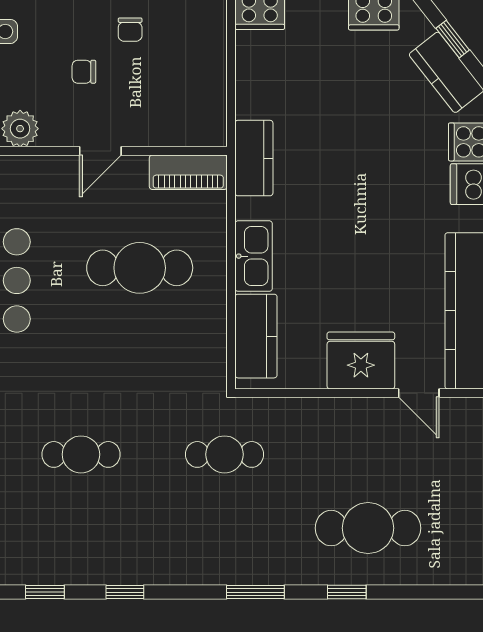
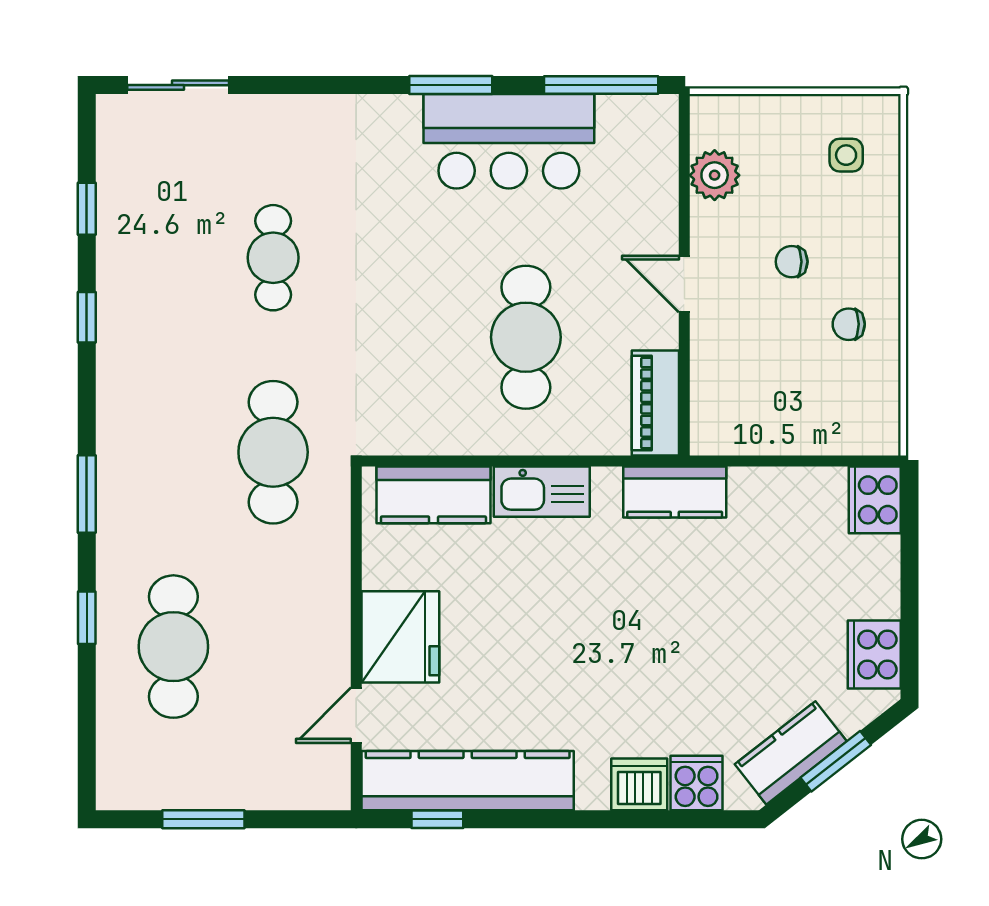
window: (453, 39) -> (836, 761), width x1.50
chair: (84, 72) -> (792, 262), turned -90
cafe table: (224, 454) -> (273, 452), width x1.37, depth x1.35

